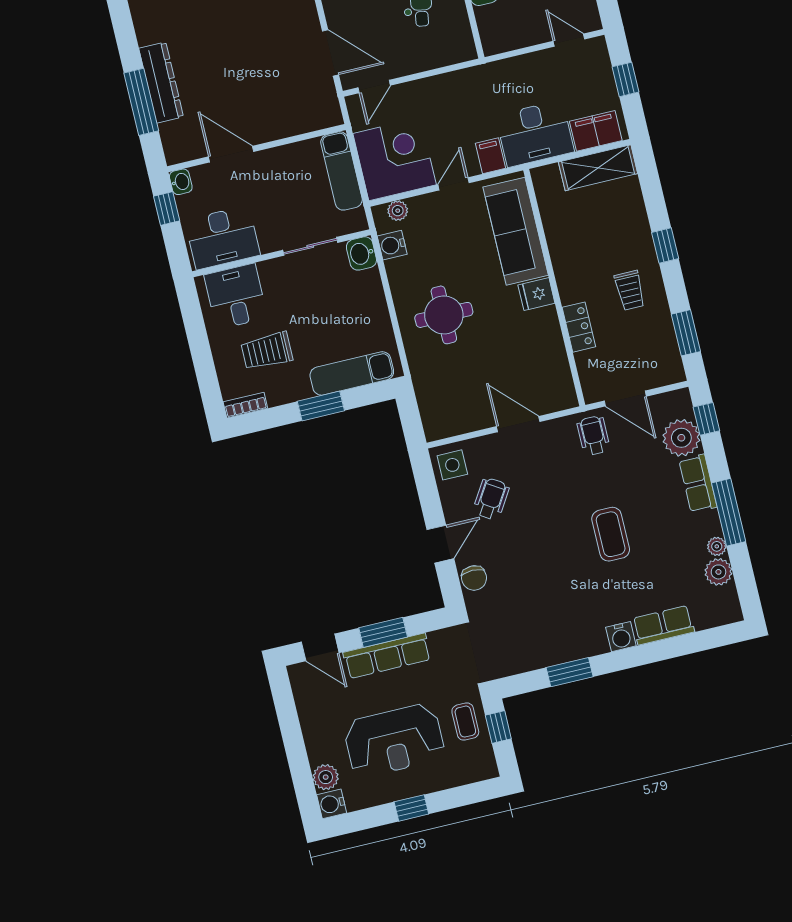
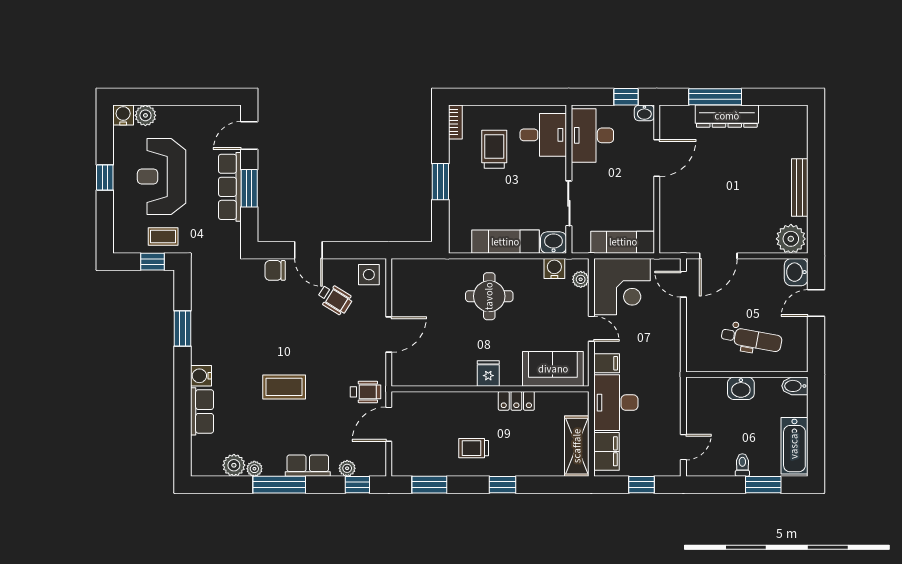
sofa: (516, 231) -> (553, 369), width x0.73
locker: (579, 327) -> (516, 401), moved
exam couch: (352, 373) -> (505, 242), moved, turned -90
plant: (681, 438) -> (347, 468), width x0.53, depth x0.53

